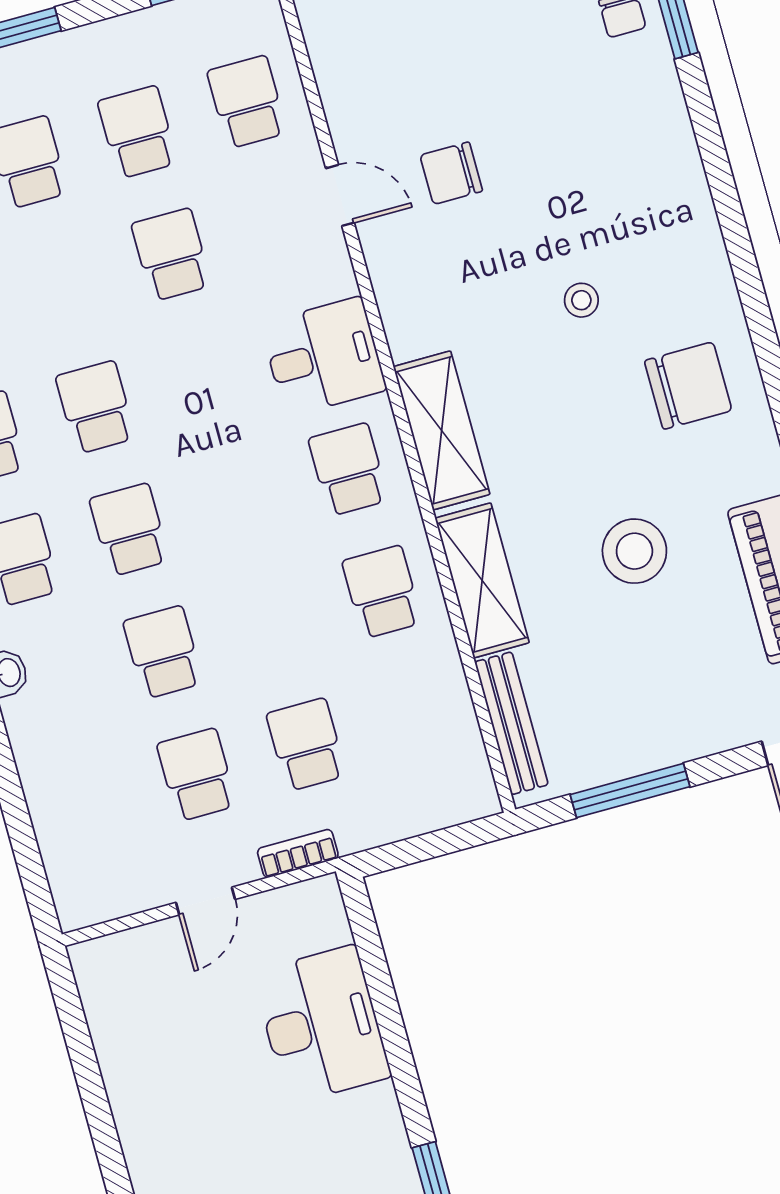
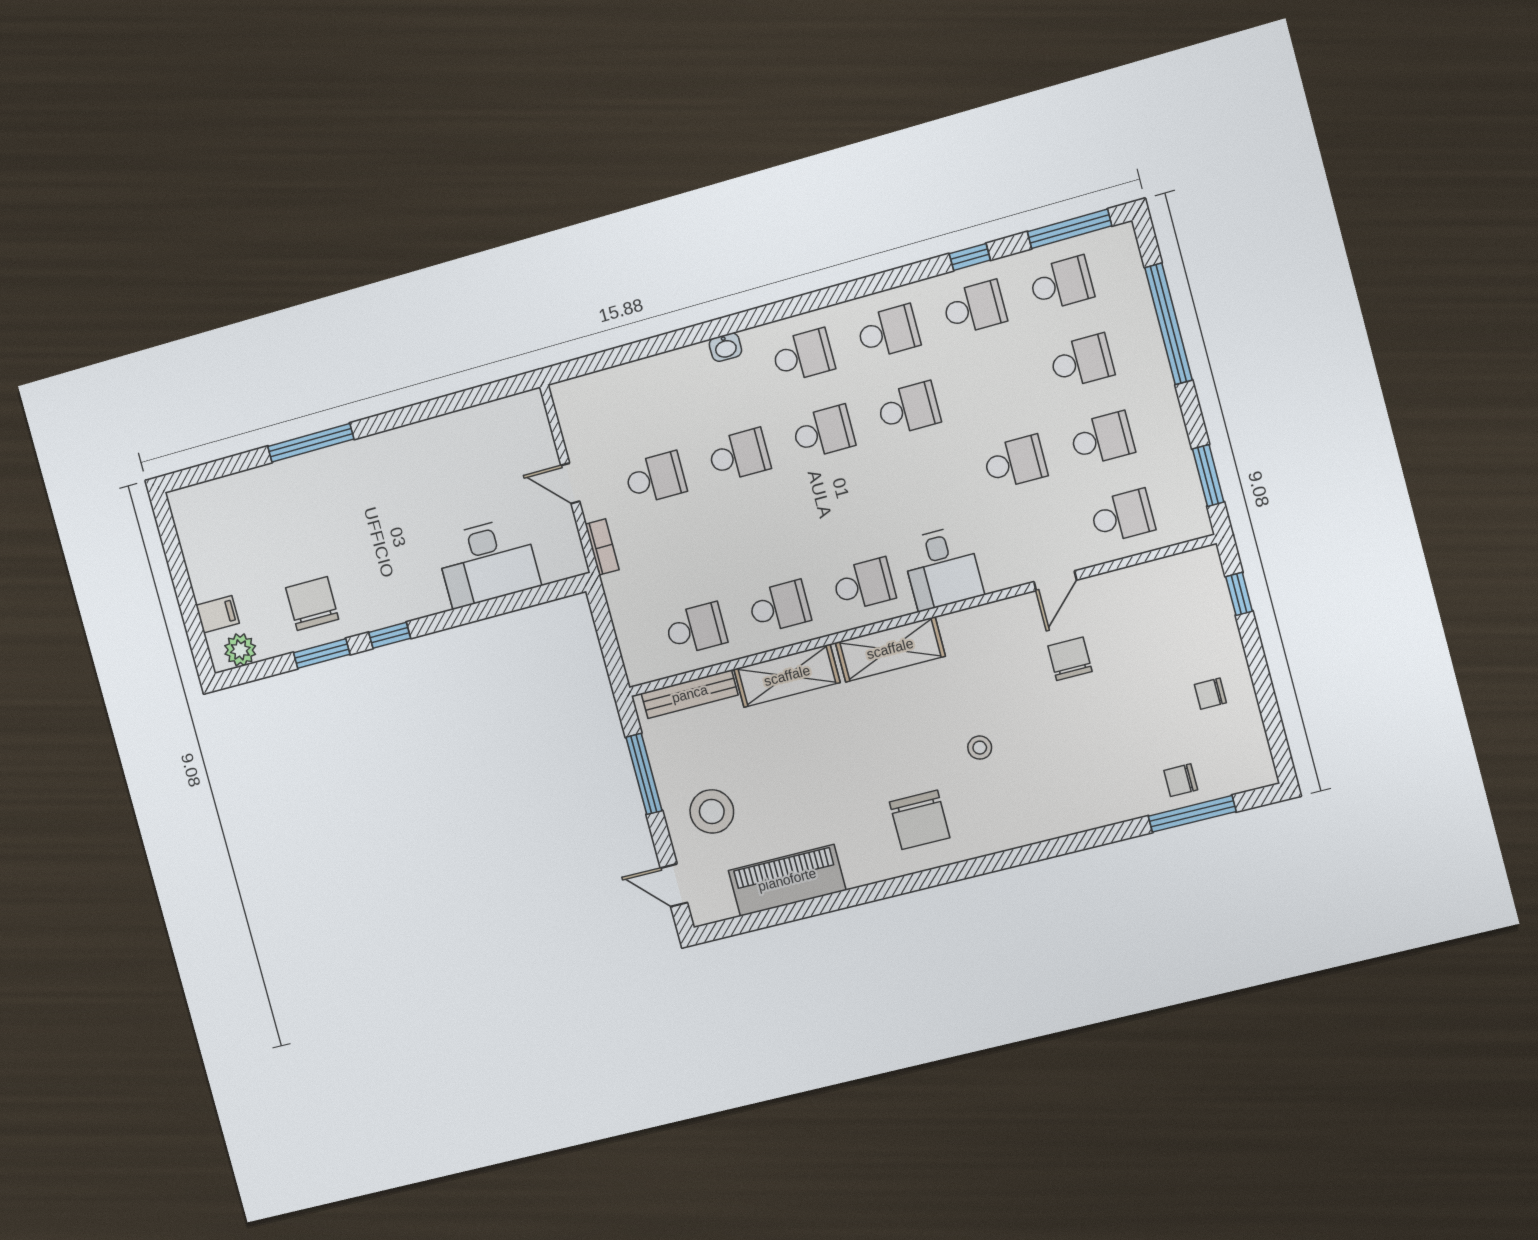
stool: (634, 551) -> (712, 811), moved
school desk: (306, 745) -> (696, 629), moved

